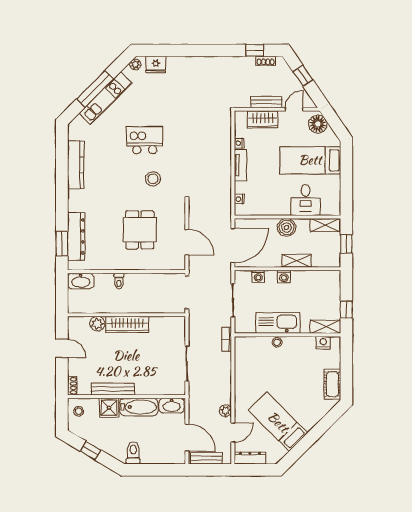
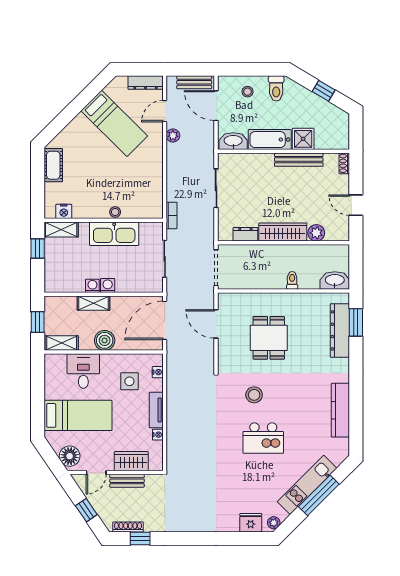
shoe rack: (266, 61) -> (128, 527), width x1.43
side table: (264, 191) -> (129, 381), added
washing machine: (258, 276) -> (92, 286), moved
dresser: (161, 322) -> (245, 234), added
stool: (79, 411) -> (248, 92), moved

